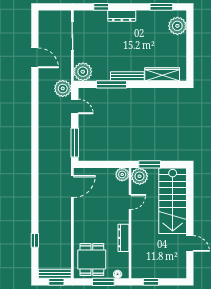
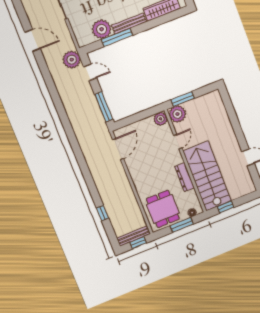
plant: (83, 72) -> (102, 29), moved
stairs: (173, 201) -> (207, 176), moved, turned 180

